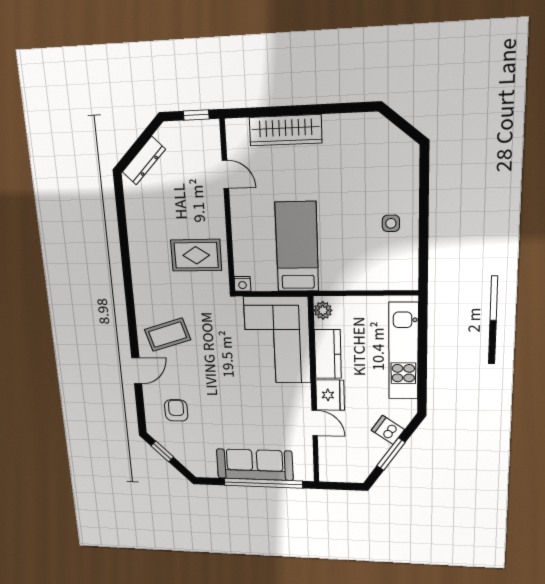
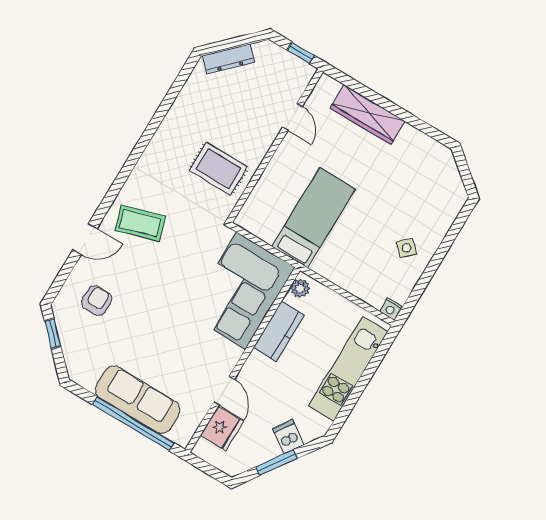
side table: (391, 223) -> (406, 248), turned 45
nightstand: (242, 284) -> (391, 309), moved
fridge: (330, 395) -> (222, 428), moved

